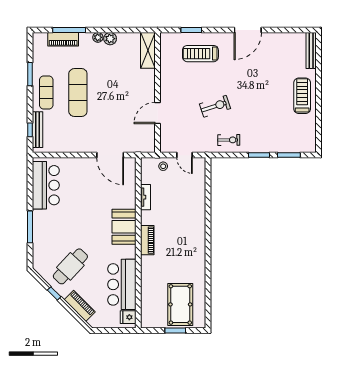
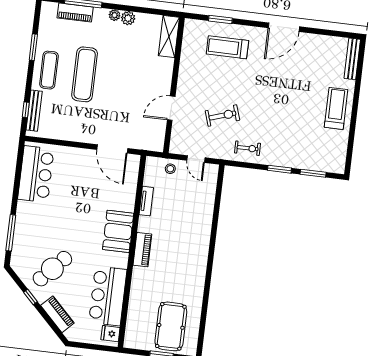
exercise bike: (215, 106) -> (222, 116), moved
window: (30, 227) -> (11, 233), moved

